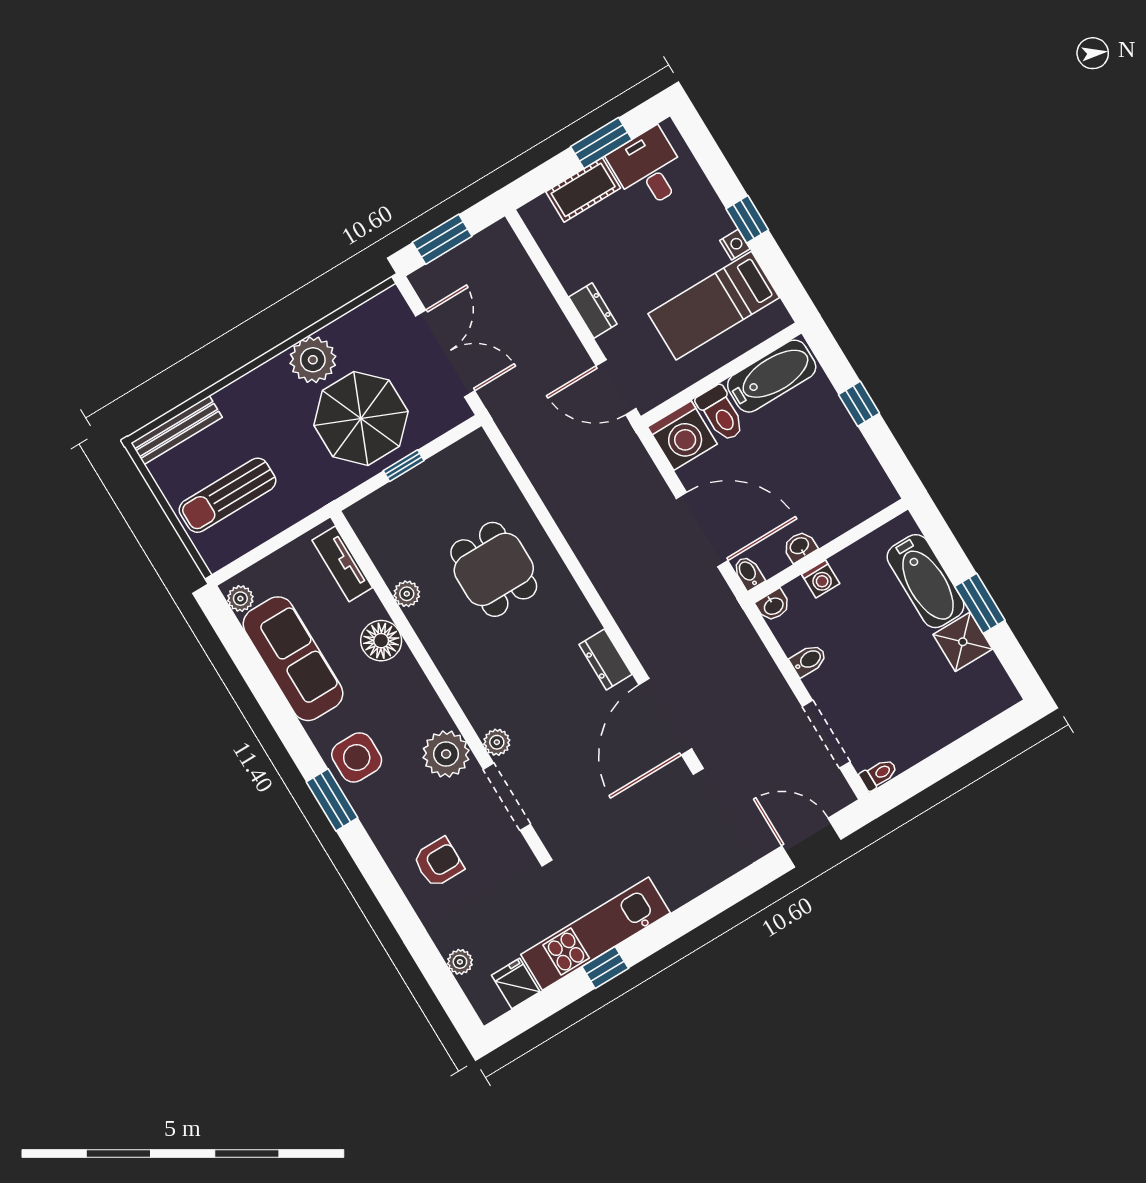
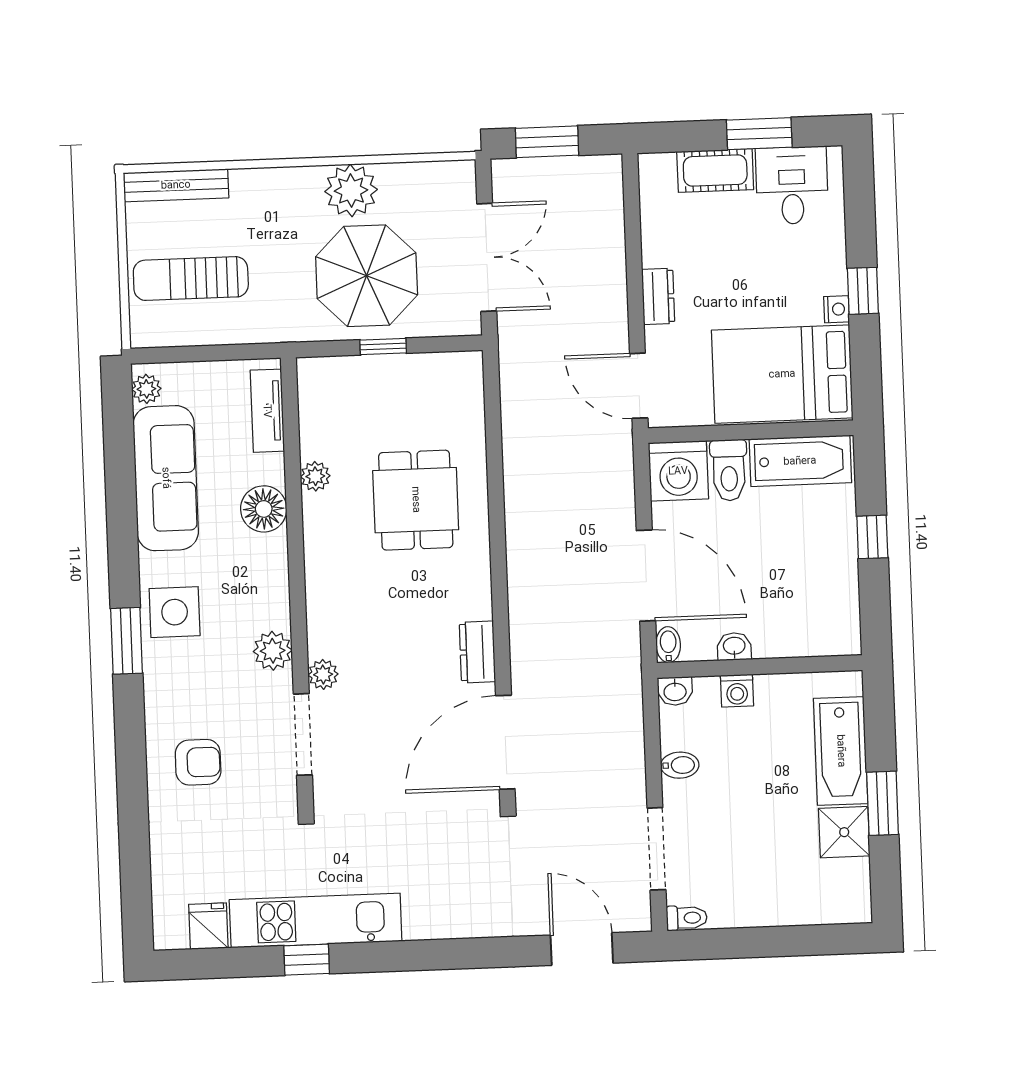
bed: (714, 306) -> (782, 374), width x1.50
plant: (446, 754) -> (273, 651), width x0.73, depth x0.73
plant: (460, 962) -> (165, 873), removed

